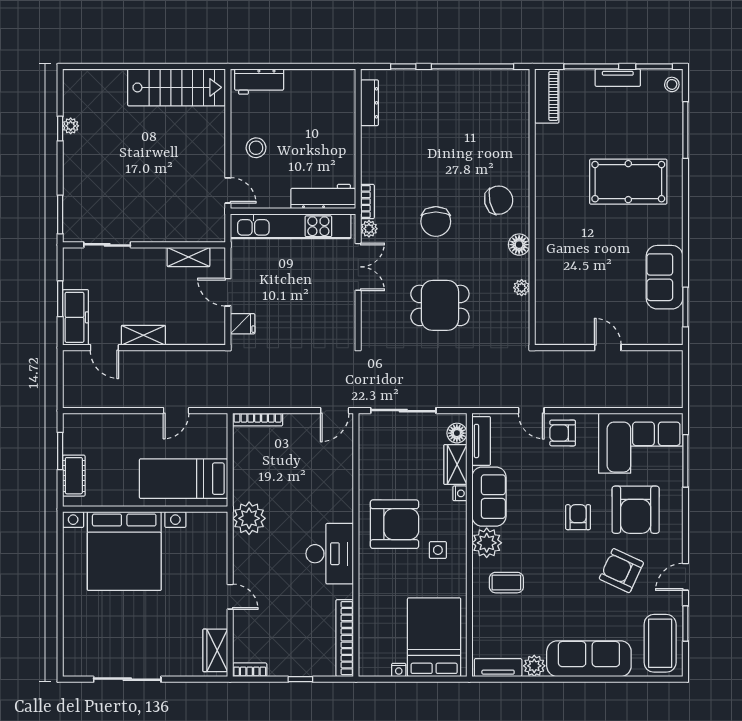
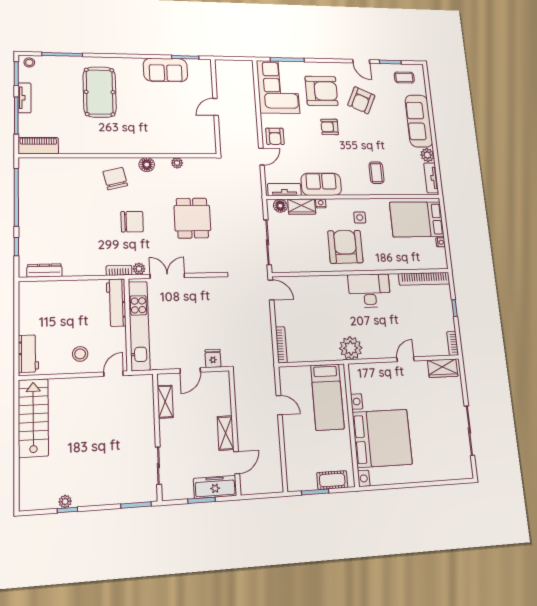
plant: (487, 543) -> (352, 185), removed
coffee table: (660, 643) -> (404, 77), width x0.54, depth x0.58

